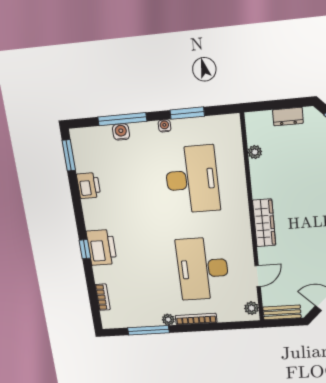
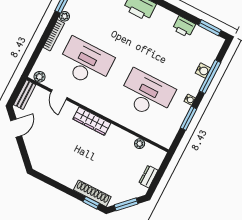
desk: (192, 180) -> (147, 94), turned 180

